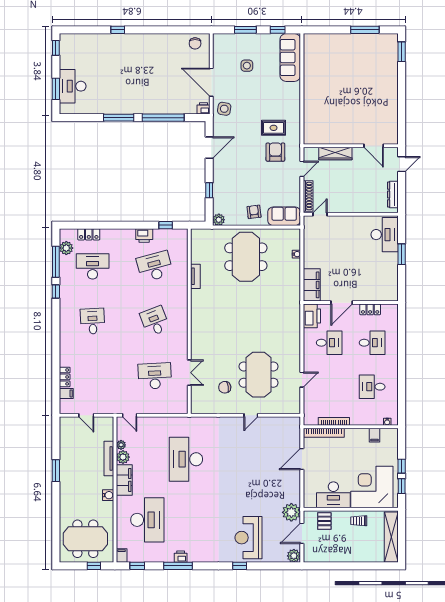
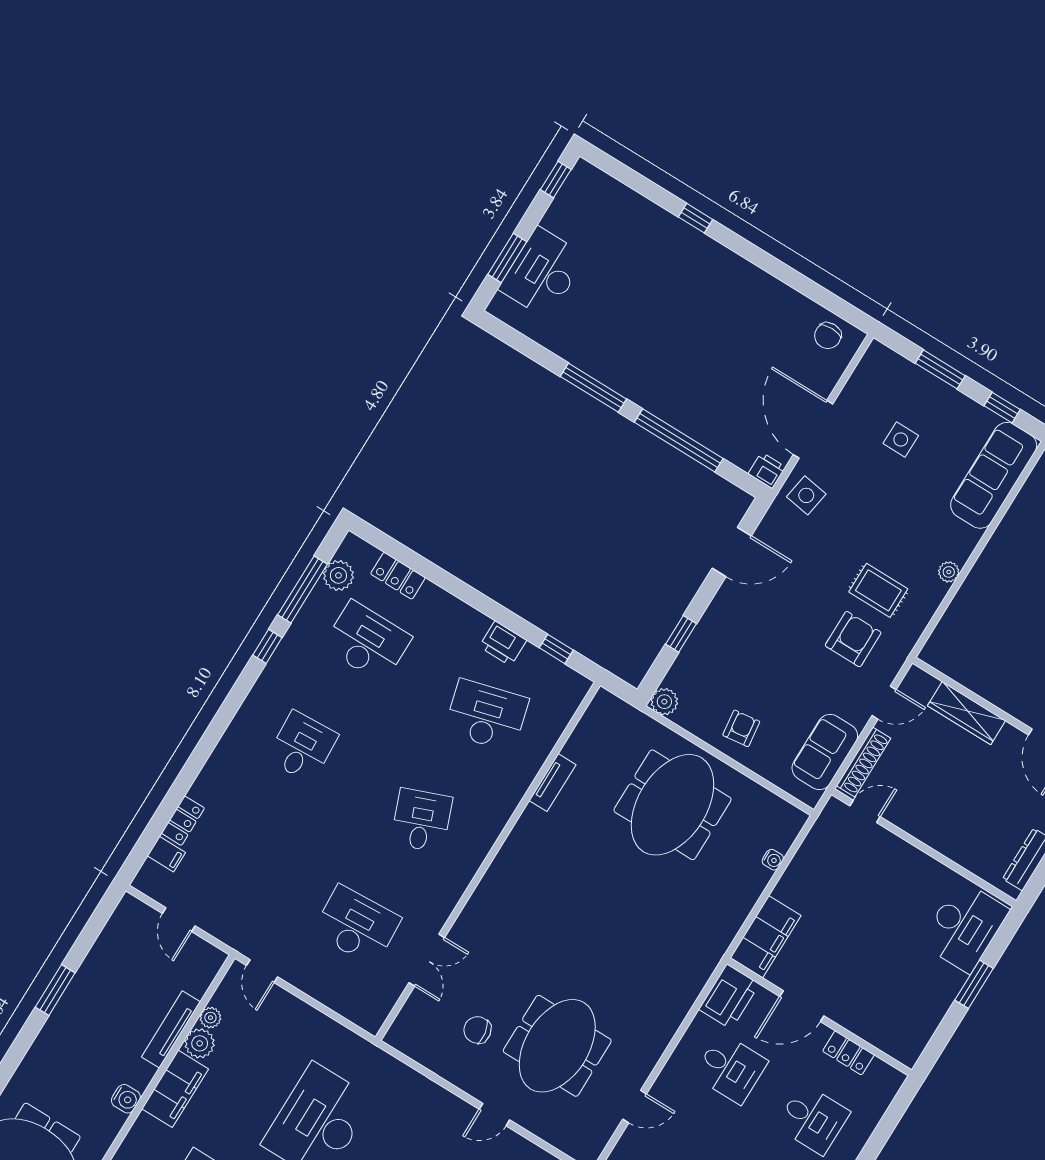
plant: (296, 104) -> (949, 572), added
sofa: (284, 216) -> (825, 752), moved, turned -90

